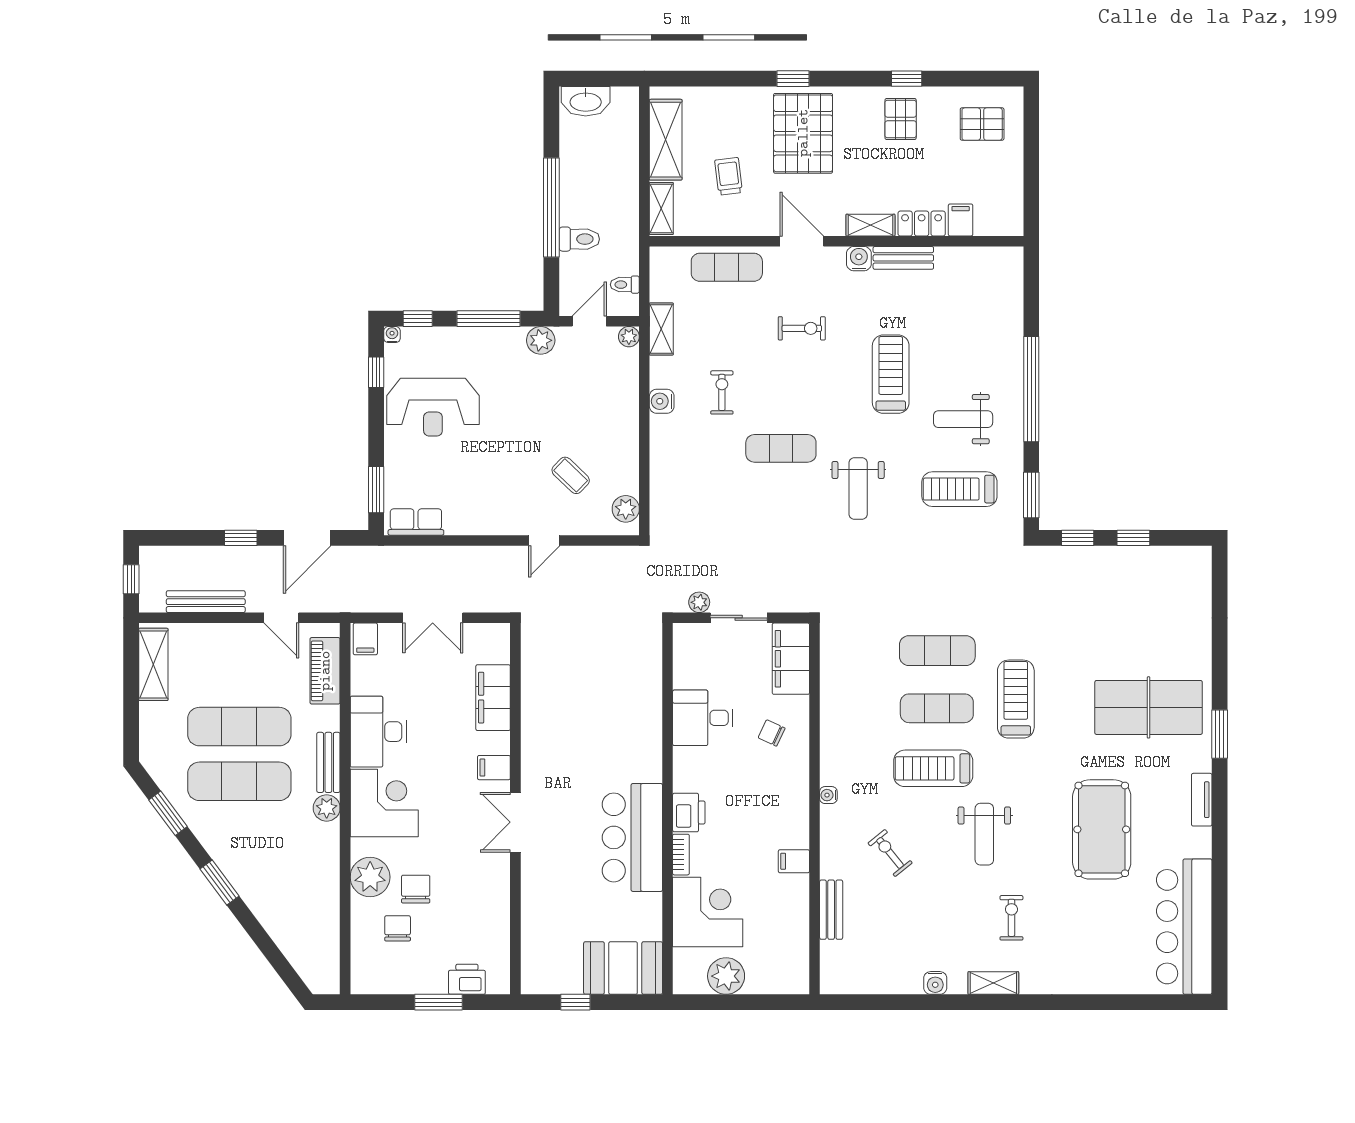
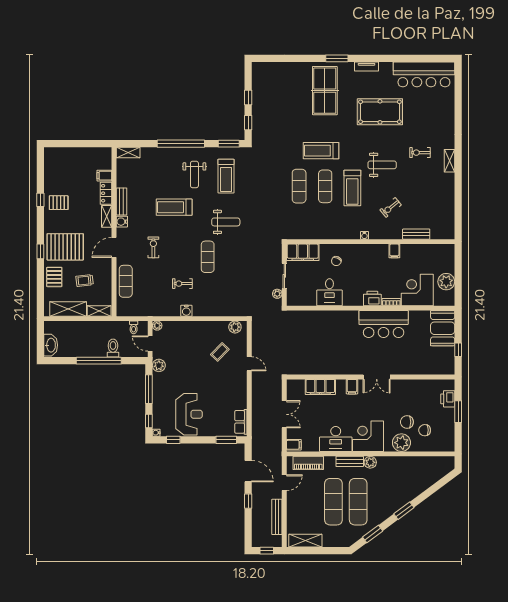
pallet: (982, 124) -> (54, 277), moved
shelving: (661, 329) -> (128, 152), moved
water cooler: (935, 983) -> (449, 187), removed

